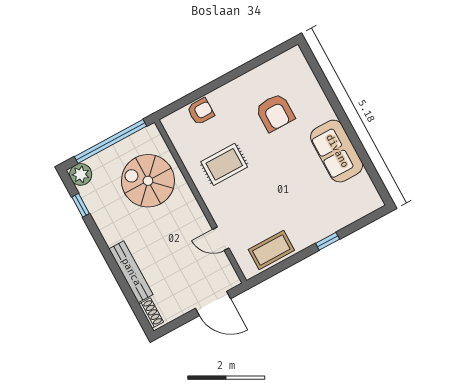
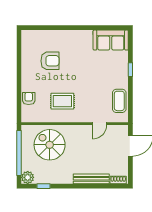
sofa: (337, 151) -> (111, 40), moved
rug: (224, 164) -> (62, 101), turned 90
spiral stairs: (148, 181) -> (50, 145), turned 90

